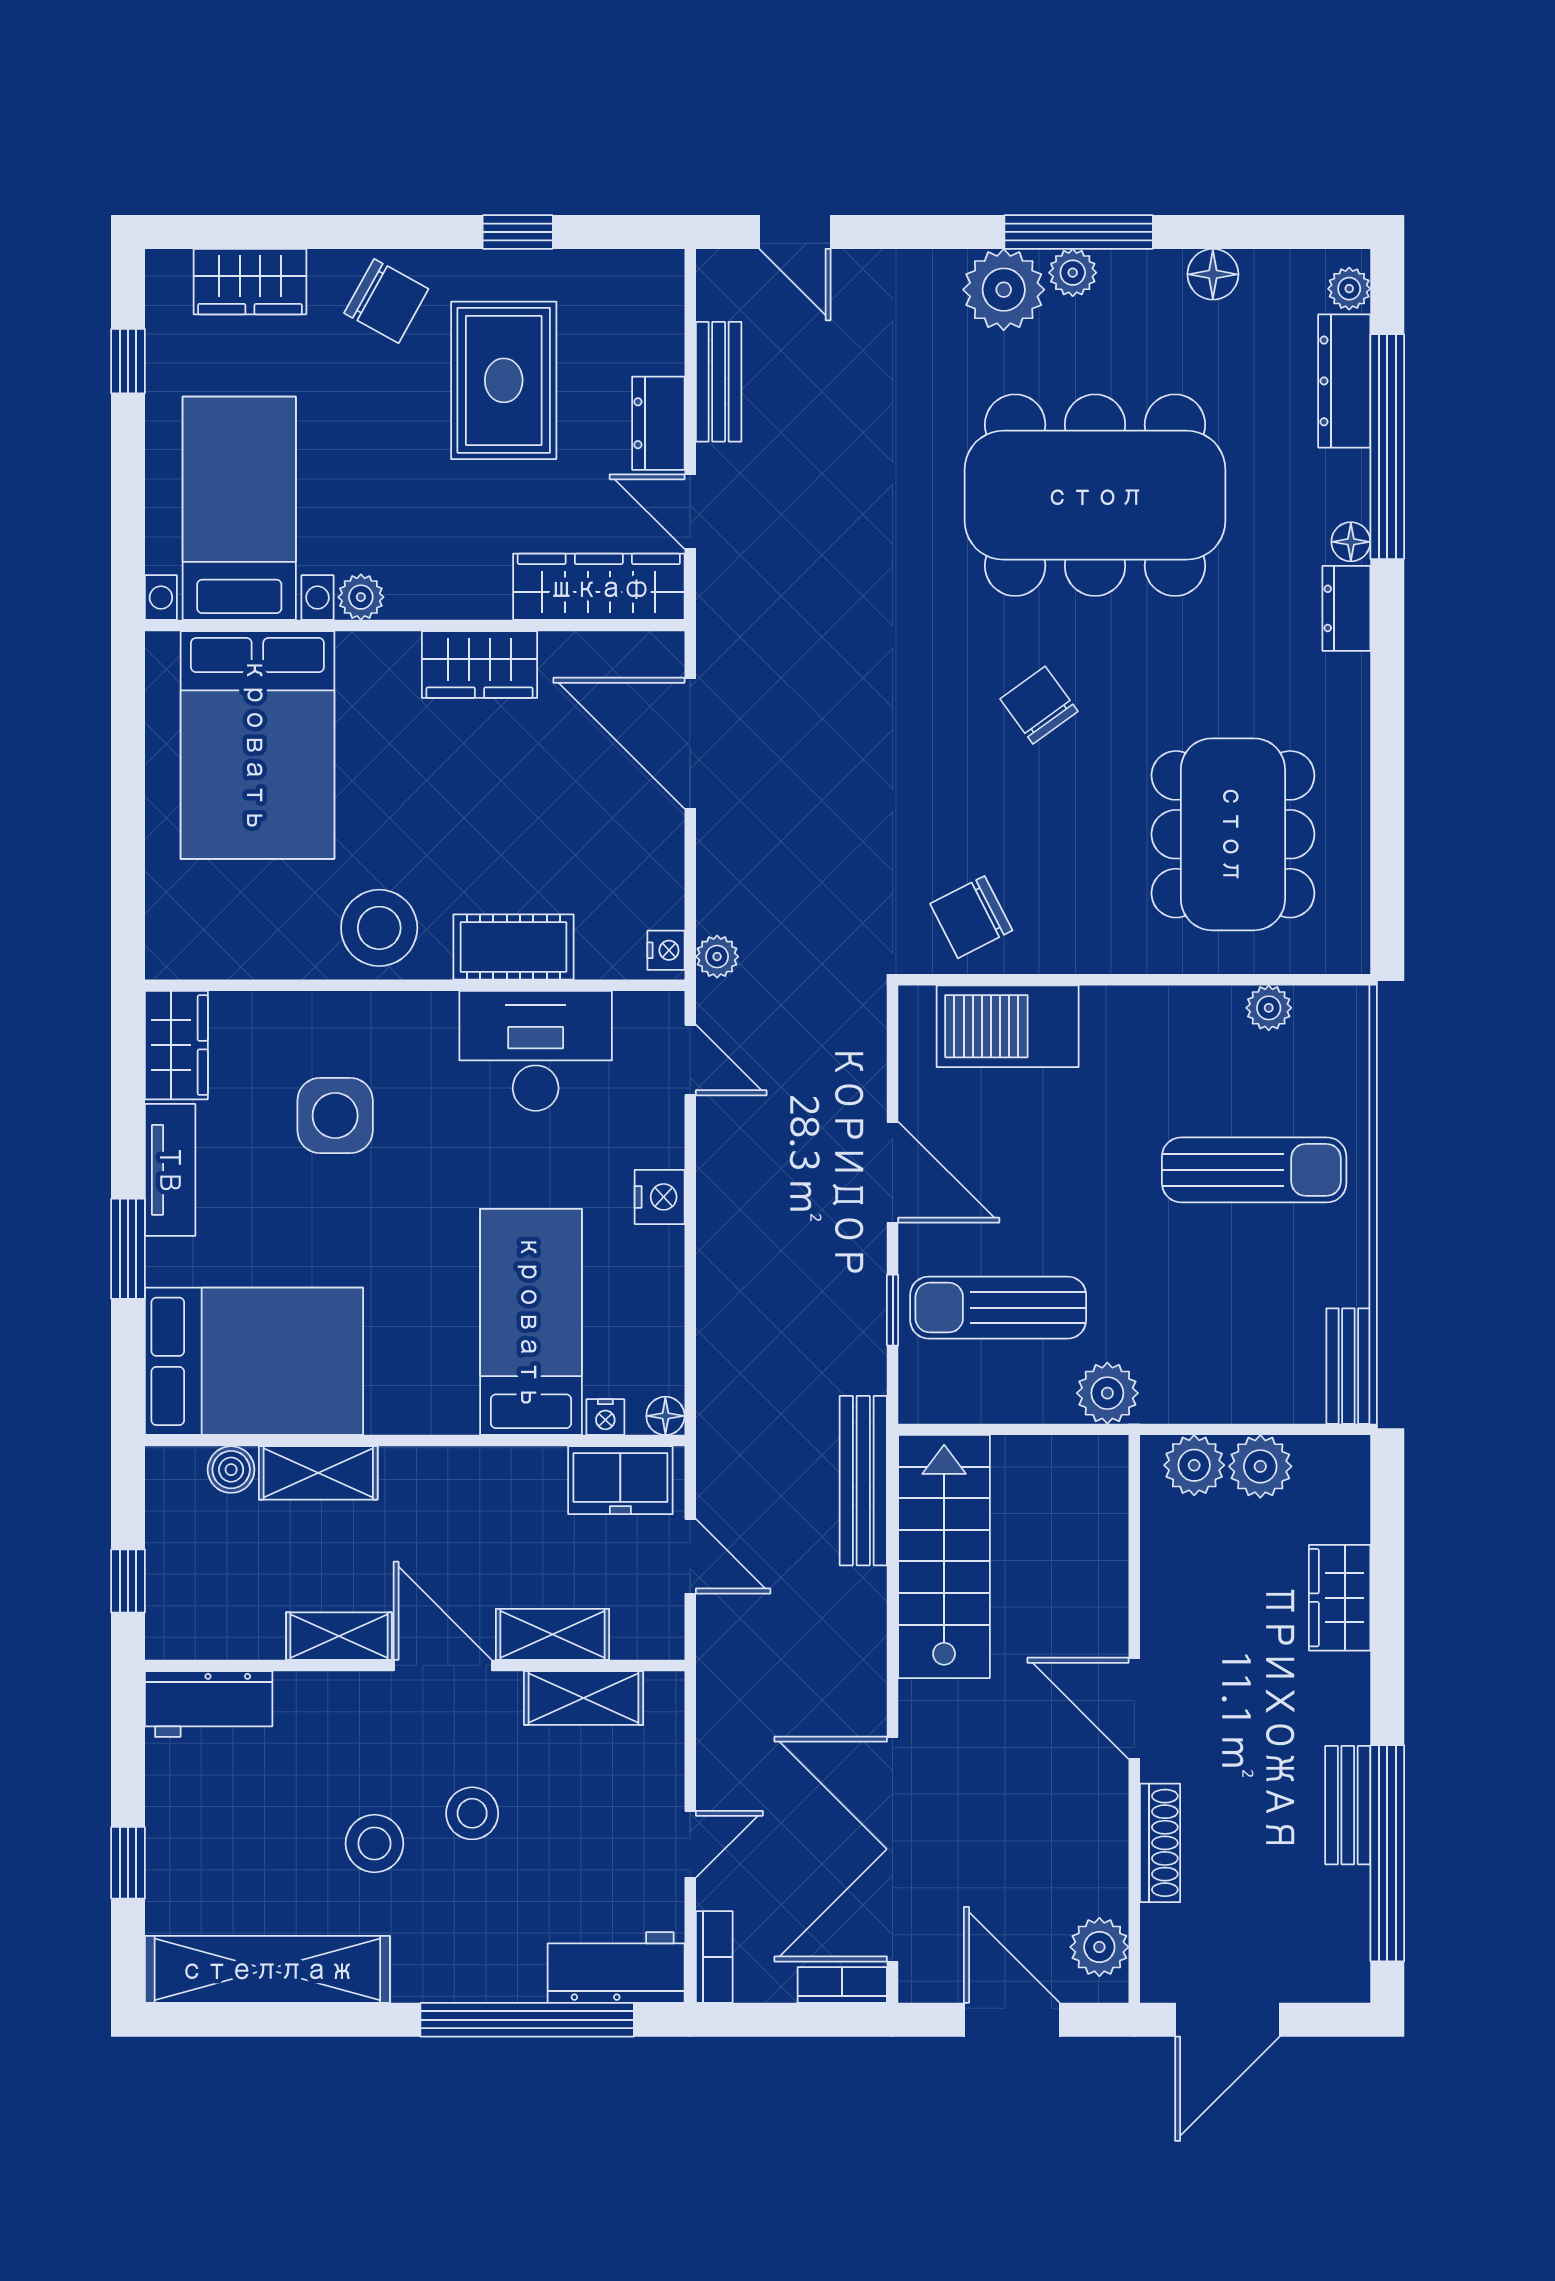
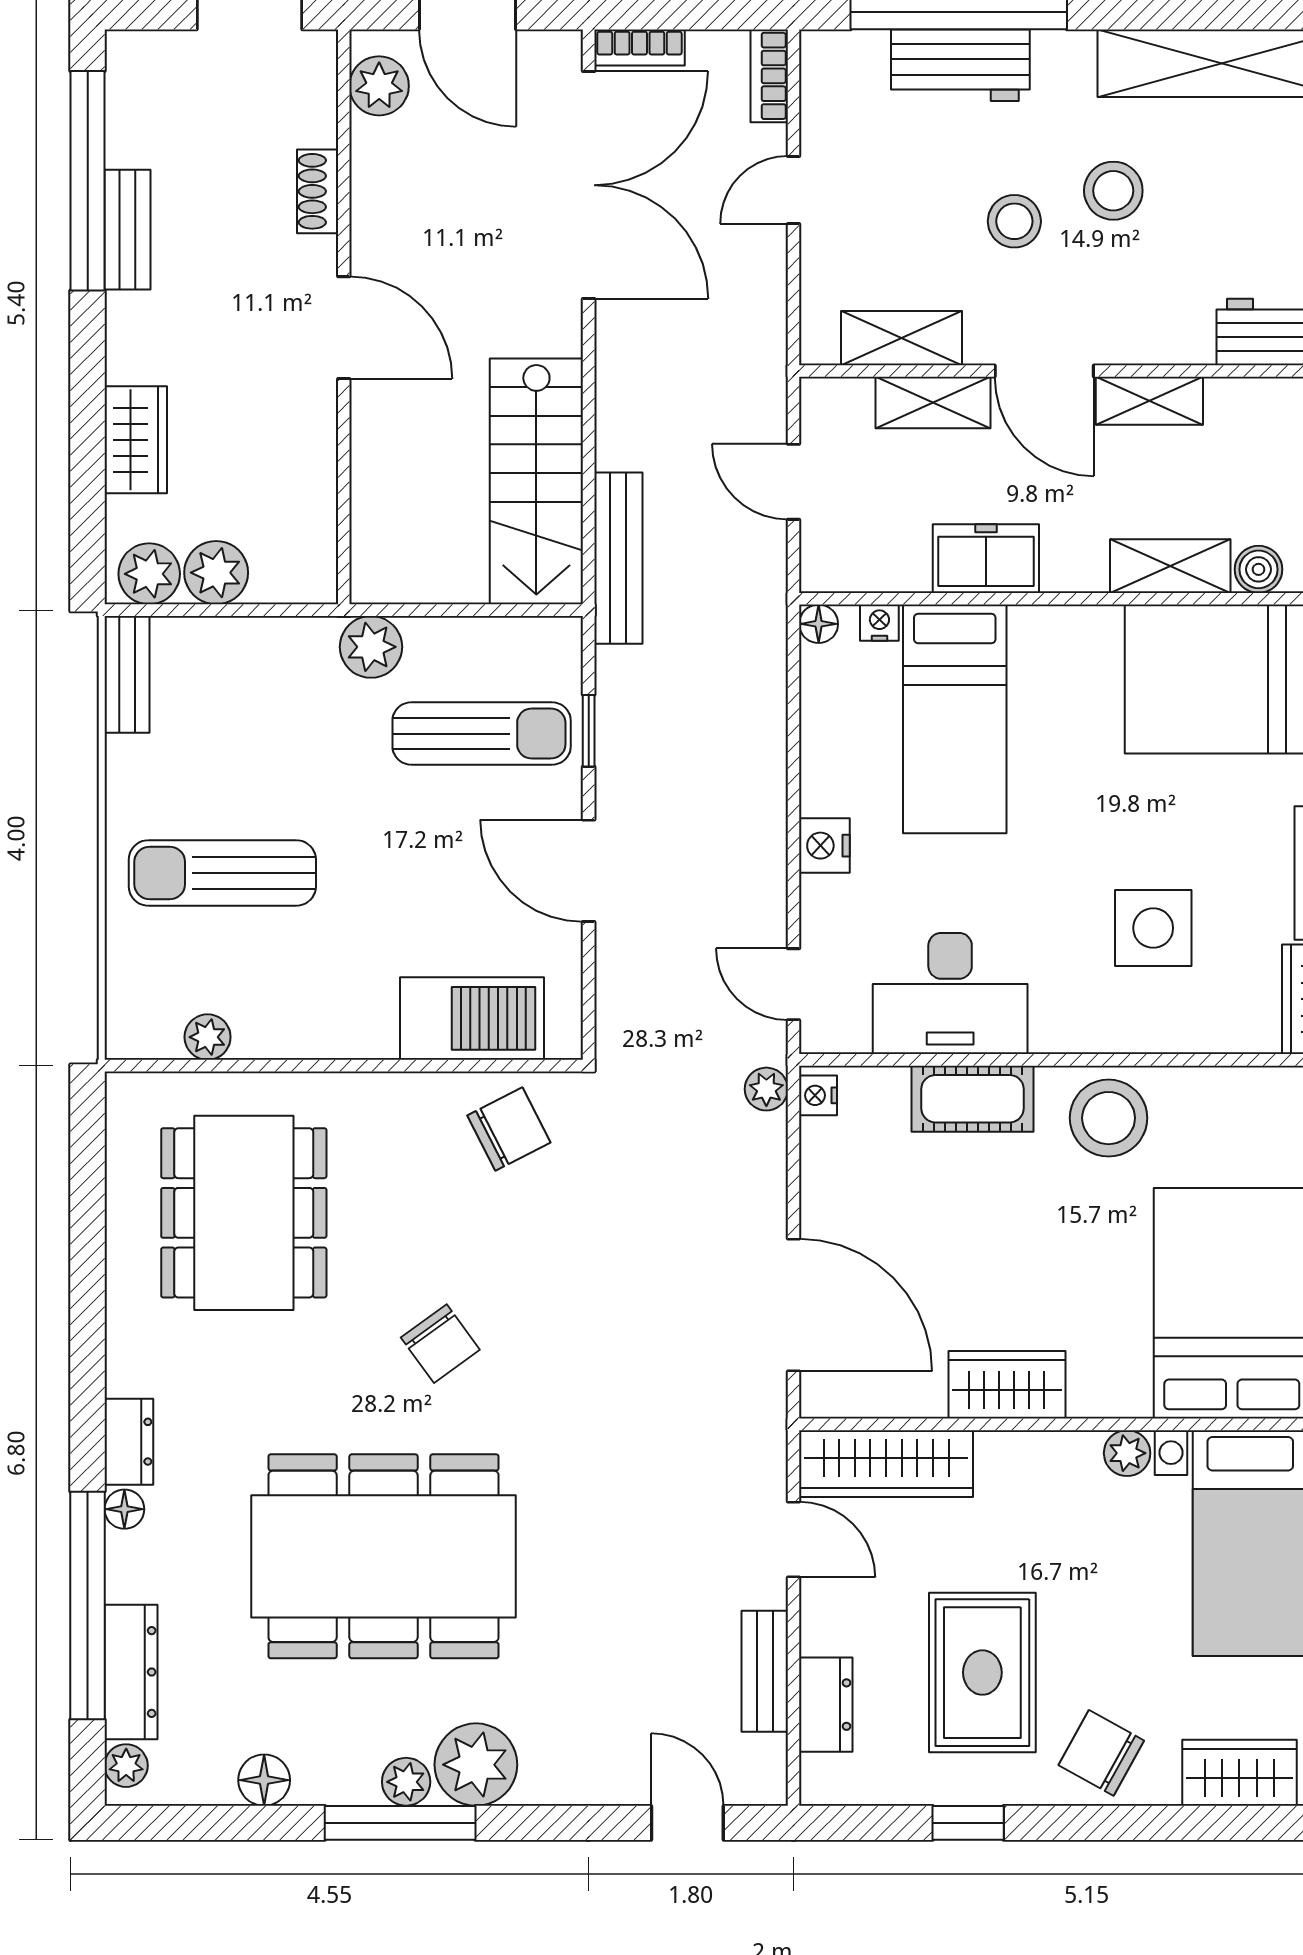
dresser: (658, 423) -> (826, 1705), moved
plant: (1194, 1465) -> (149, 574), moved
freezer: (620, 1480) -> (986, 559), moved
shoe rack: (1160, 1843) -> (318, 191), width x0.70
workbench: (616, 1967) -> (960, 65), moved

